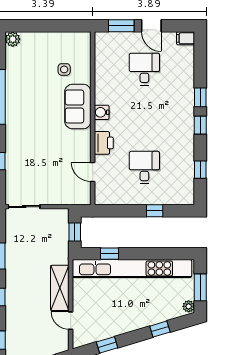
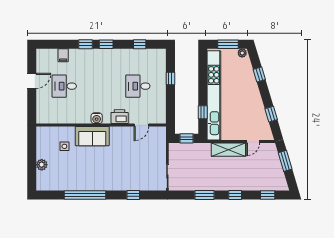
window: (121, 26) -> (32, 103), removed
filing cabinet: (186, 38) -> (63, 55), moved
plant: (13, 39) -> (42, 165), moved

